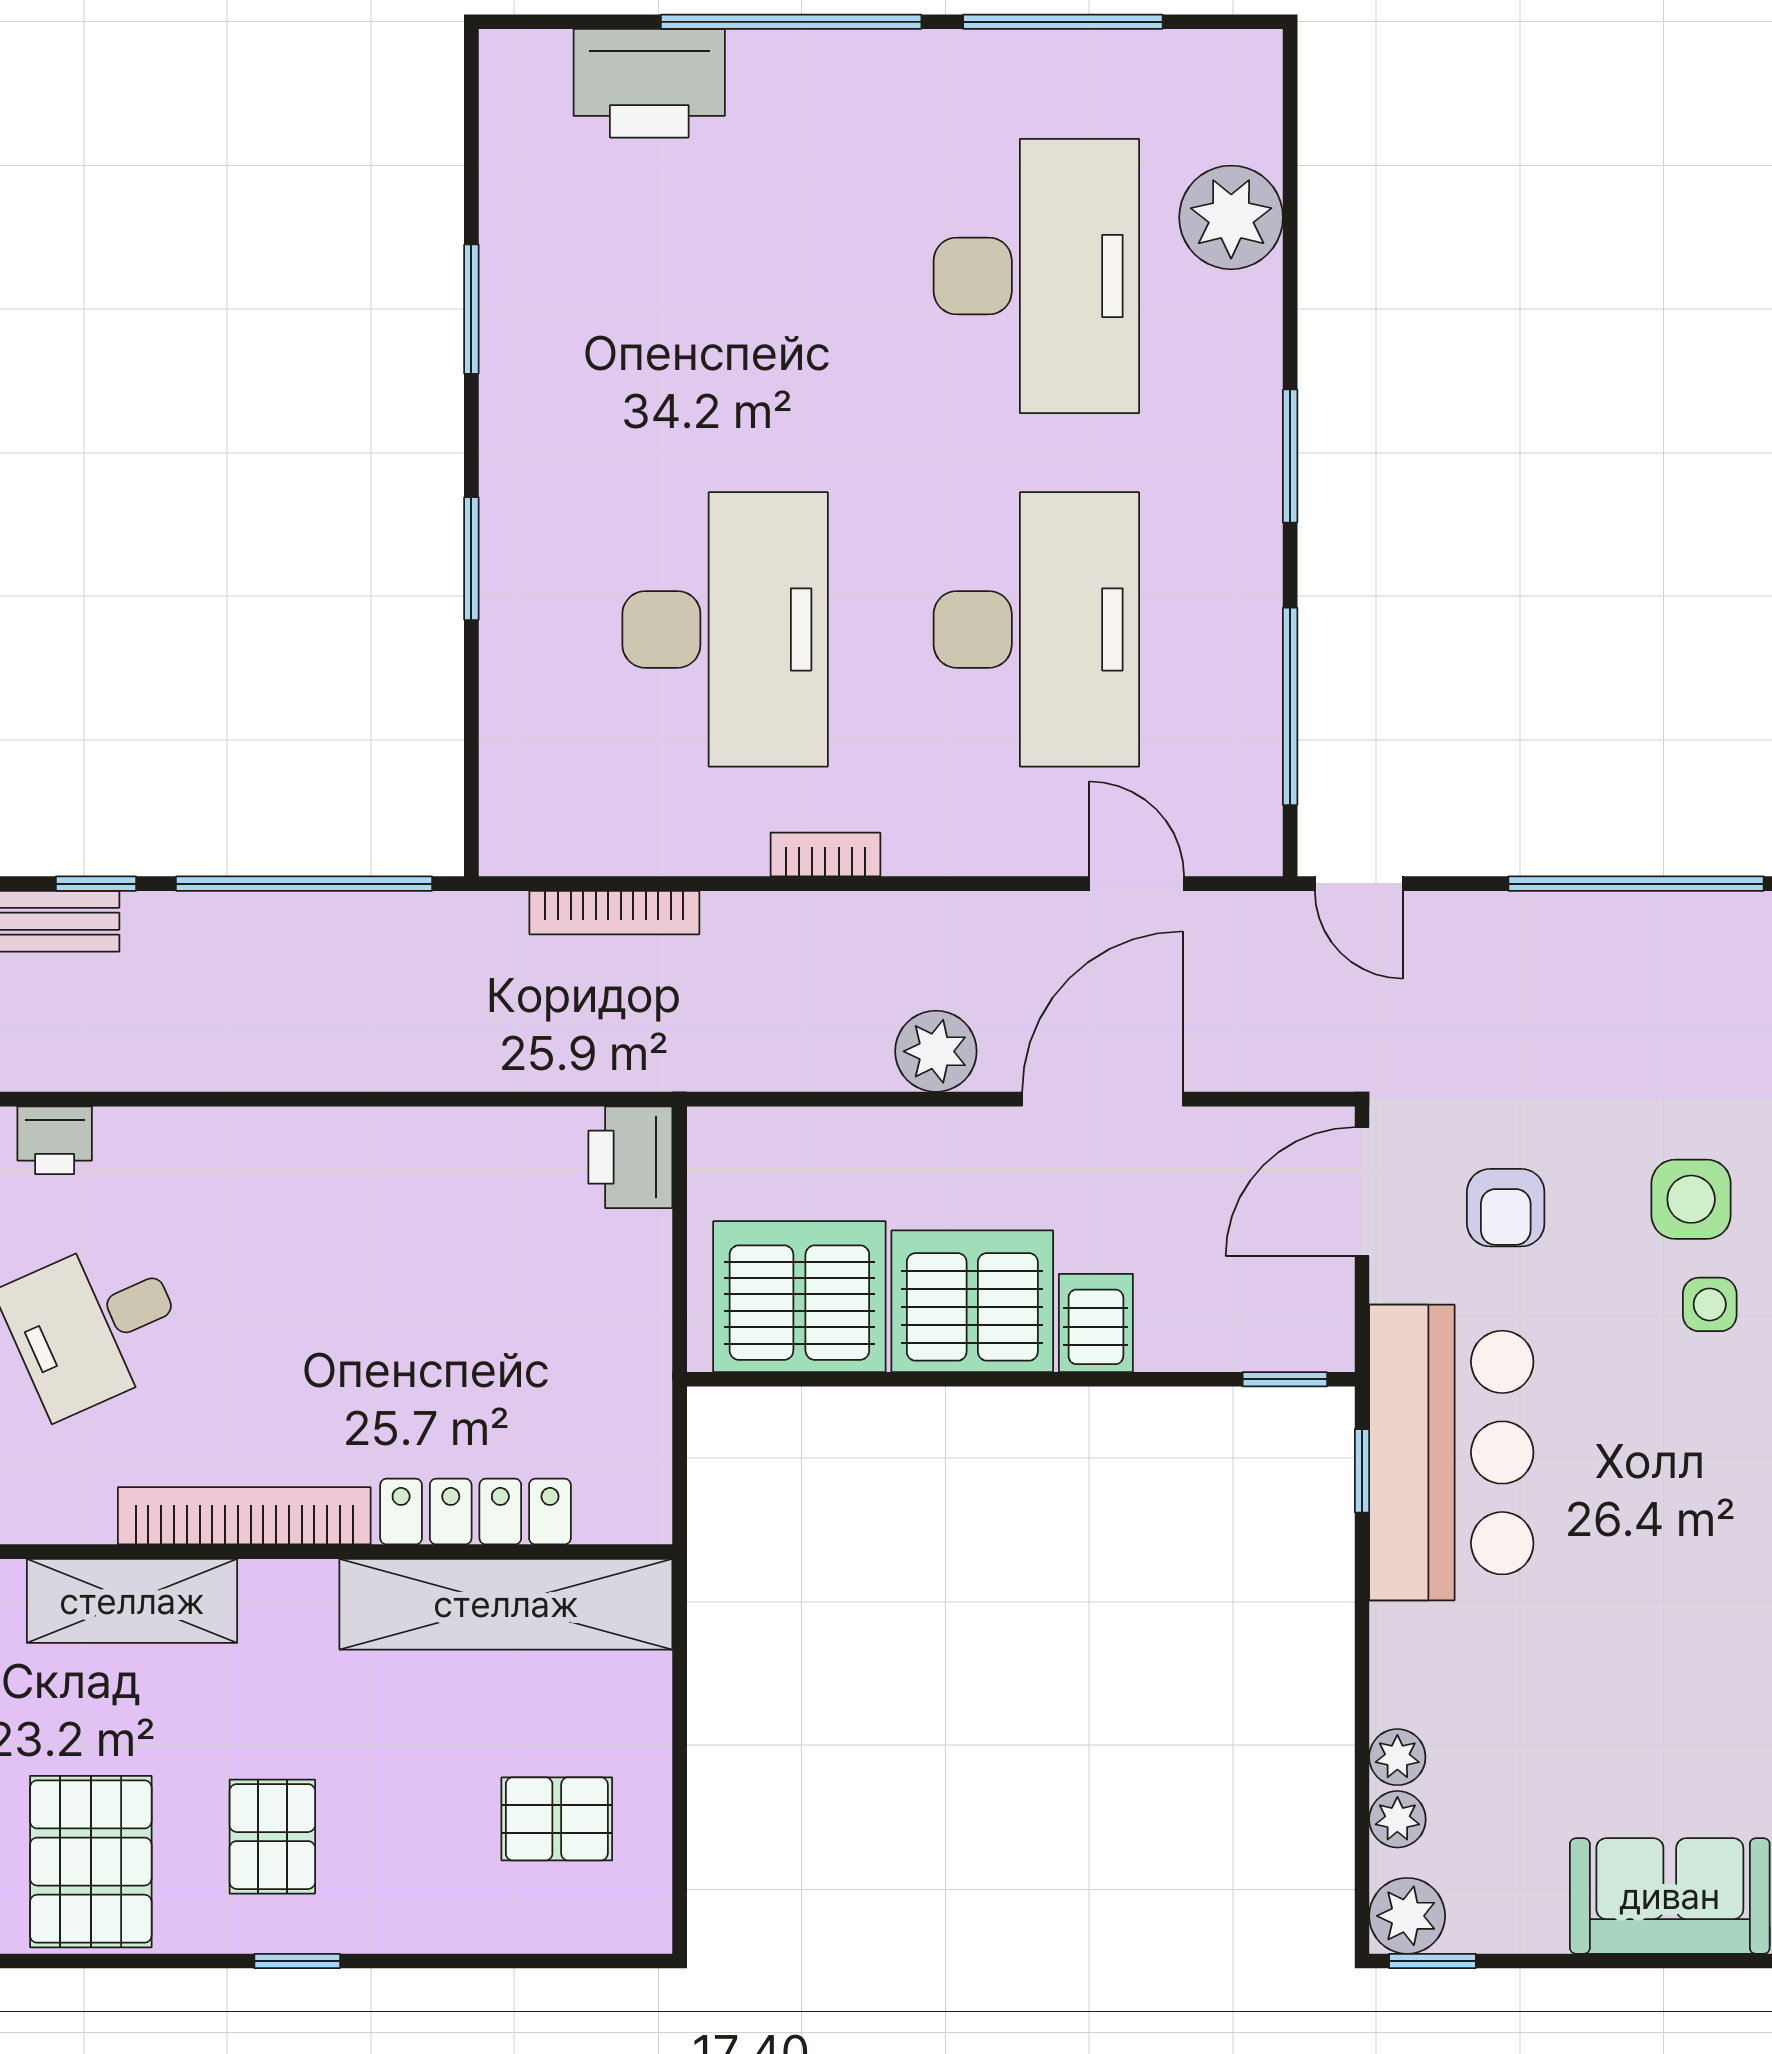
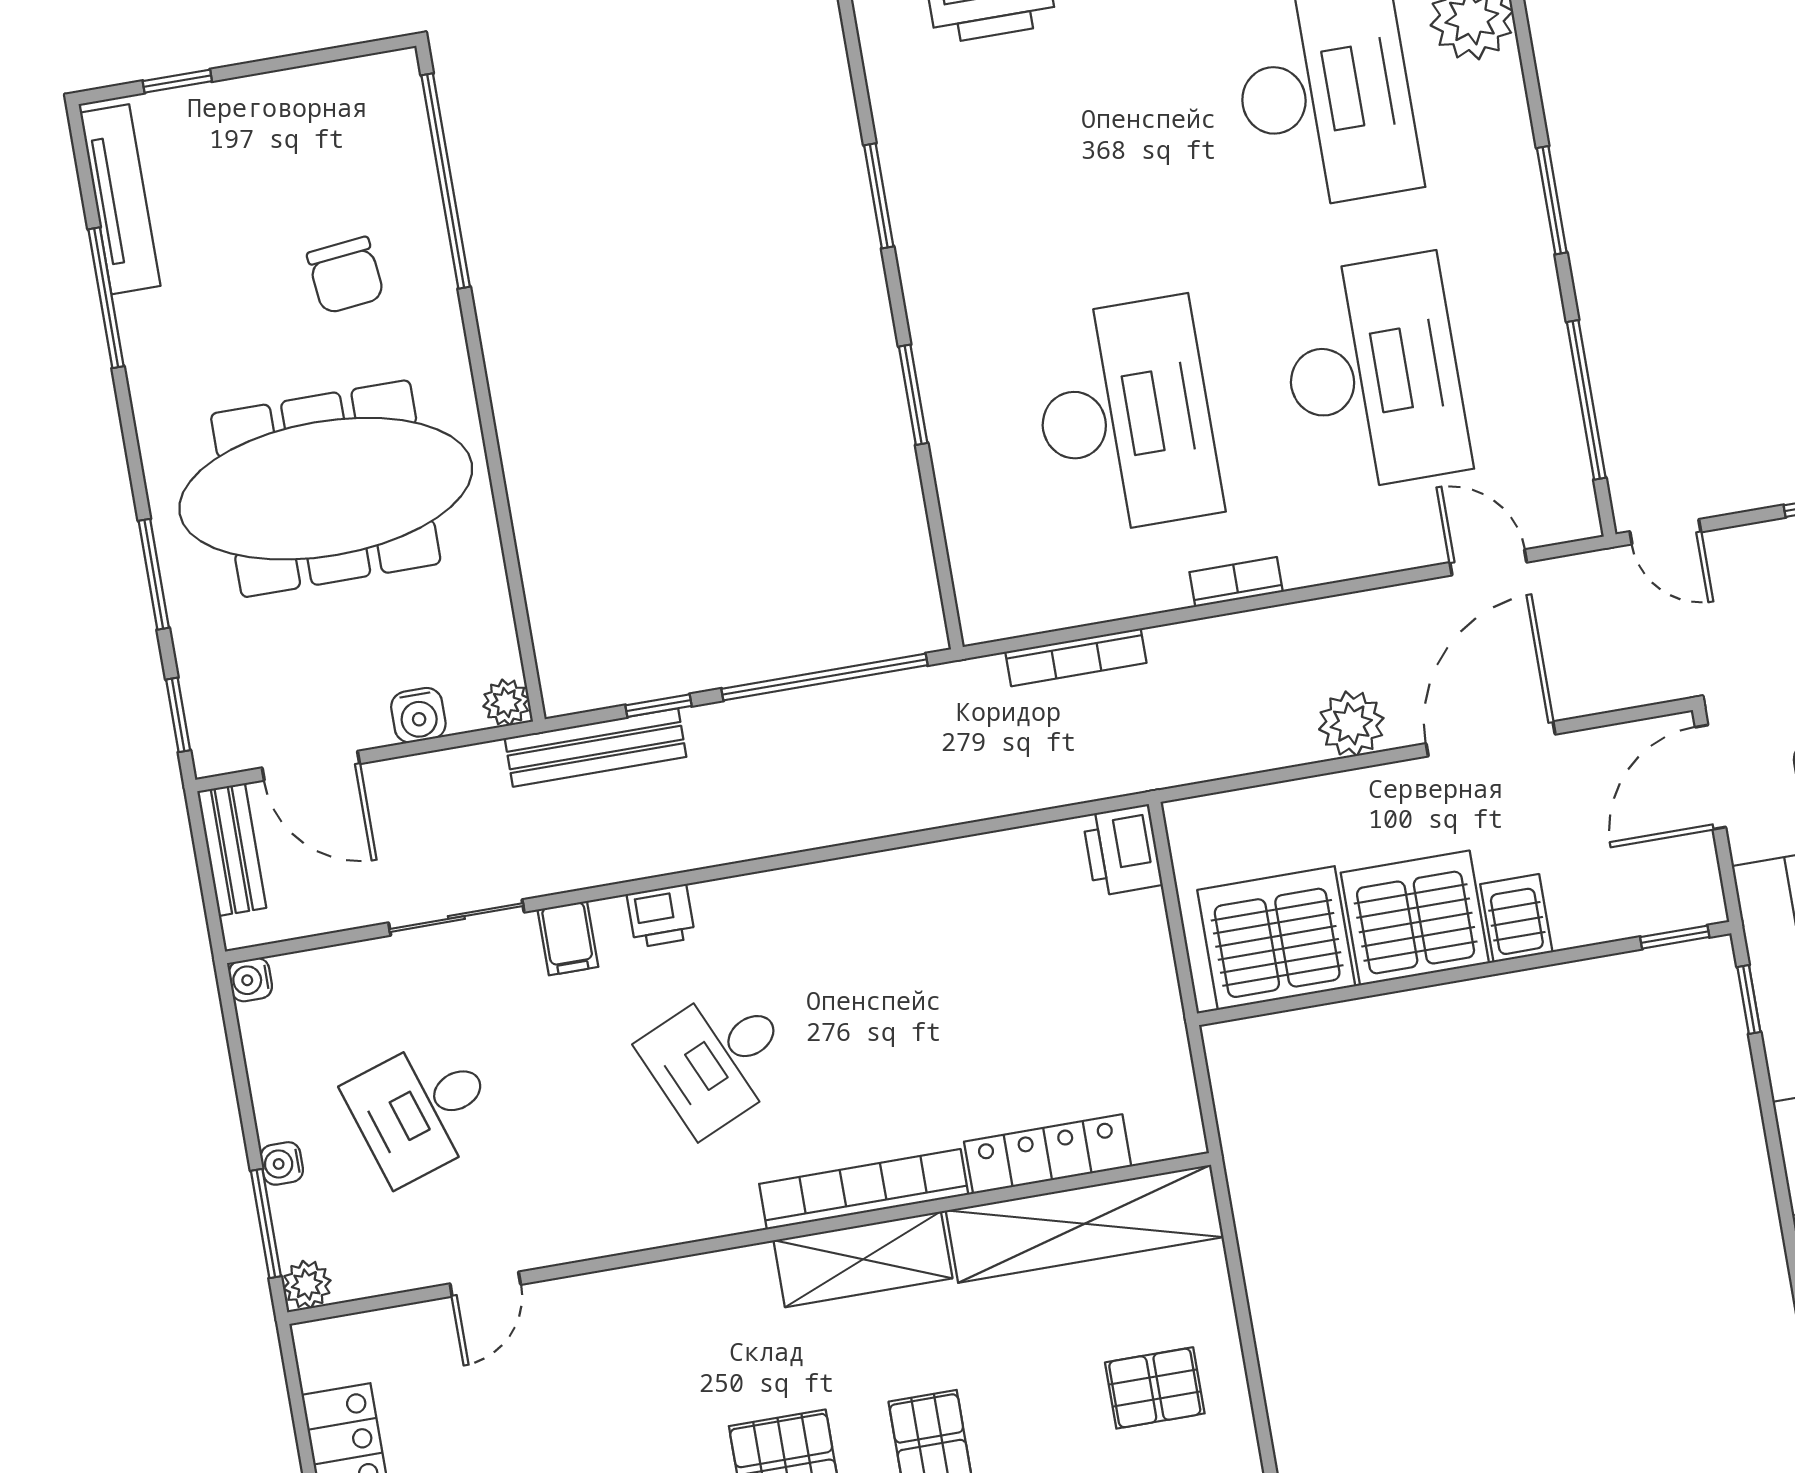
shelving: (132, 1601) -> (863, 1259), moved

